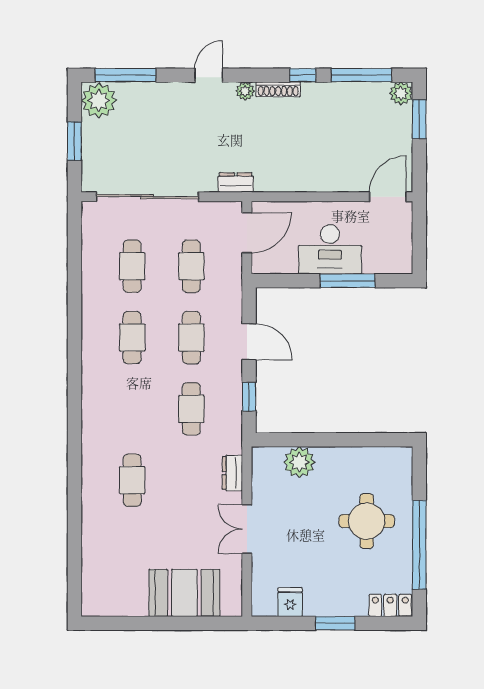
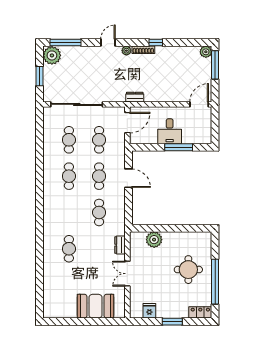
window: (361, 75) -> (186, 43), removed
window: (419, 119) -> (215, 65), width x1.44
dresser: (236, 182) -> (135, 97), moved
desk: (330, 249) -> (170, 131), width x0.73
window: (249, 397) -> (128, 206), removed

